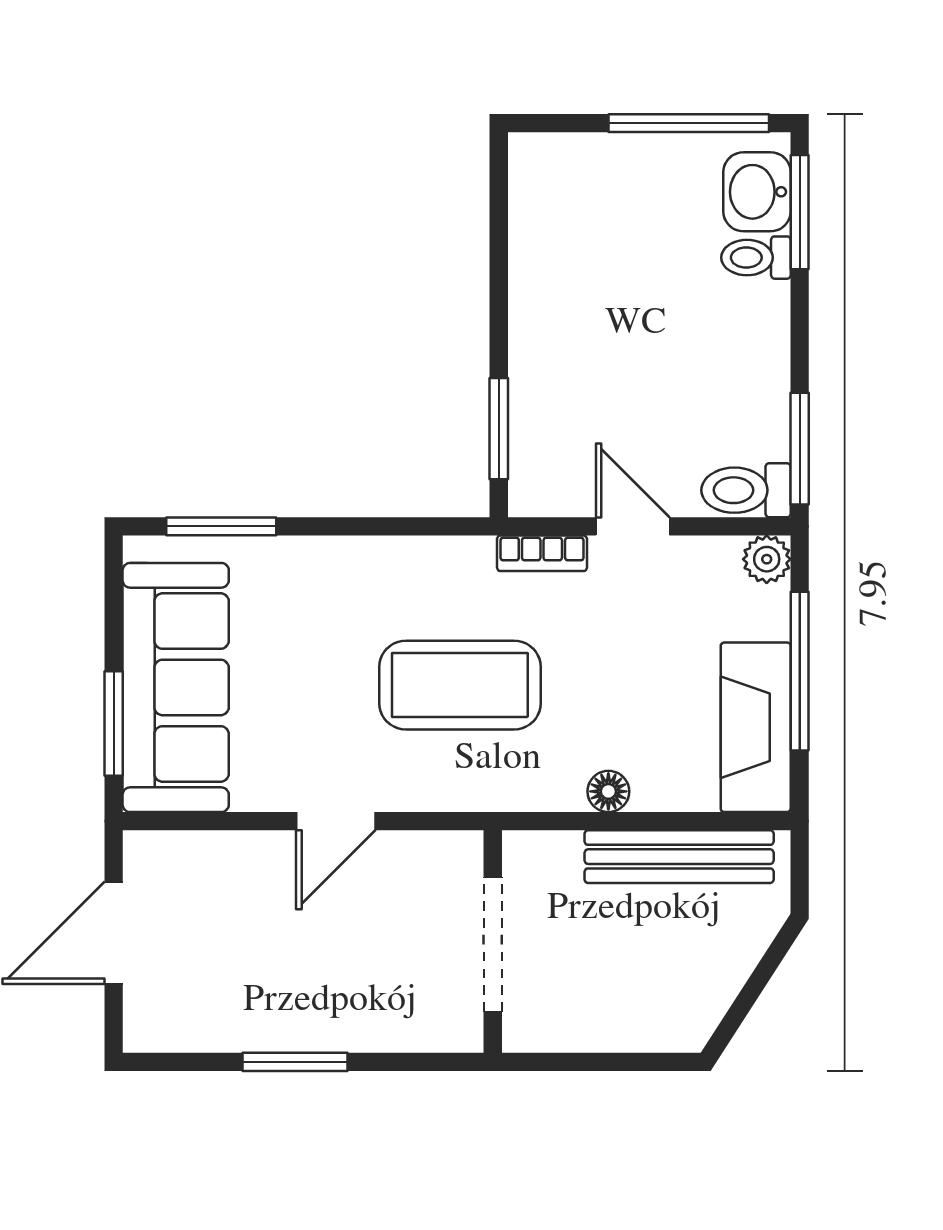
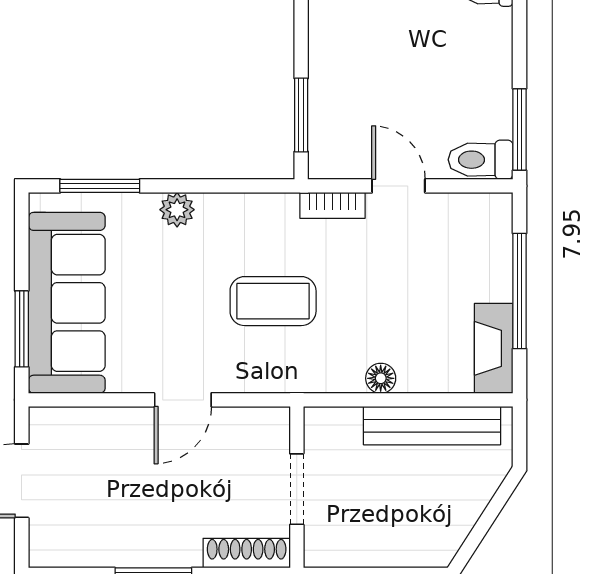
plant: (767, 559) -> (177, 210), moved
coffee table: (460, 685) -> (273, 301), width x0.73, depth x0.76
fireplace: (756, 727) -> (494, 348), width x0.73, depth x0.76
doorway: (493, 944) -> (297, 489), width x0.73
shoe rack: (424, 1032) -> (247, 553), added

